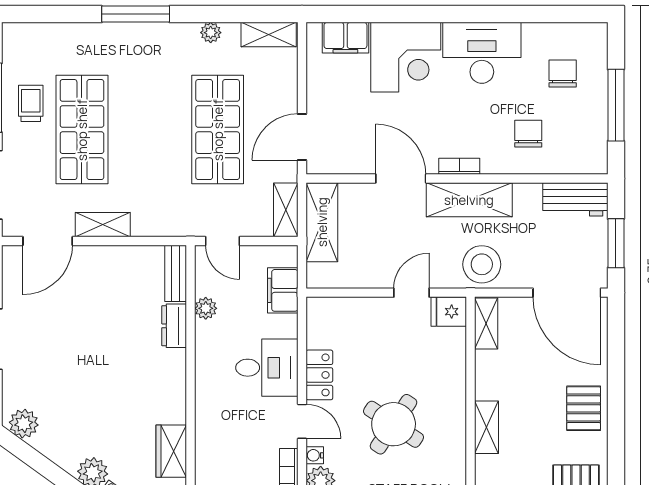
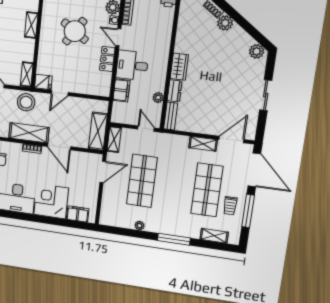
shelving: (269, 35) -> (214, 236), moved
filing cabinet: (283, 290) -> (121, 90), moved
wardrobe: (171, 451) -> (179, 67), moved

